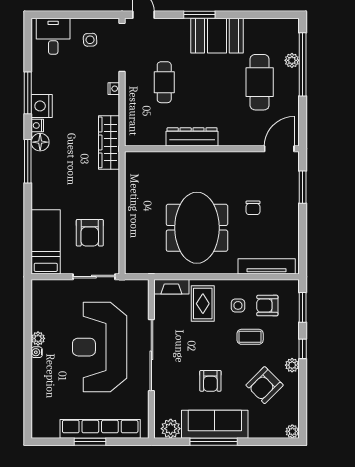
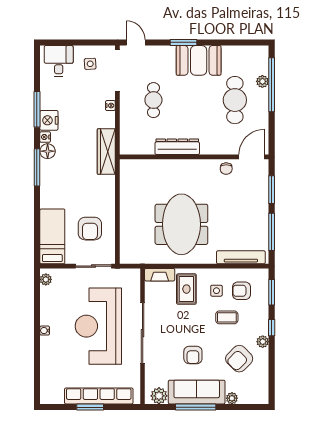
chair: (253, 208) -> (226, 169), moved
window: (303, 237) -> (272, 232), added
plant: (38, 338) -> (46, 279), moved
plant: (292, 431) -> (232, 398), moved

